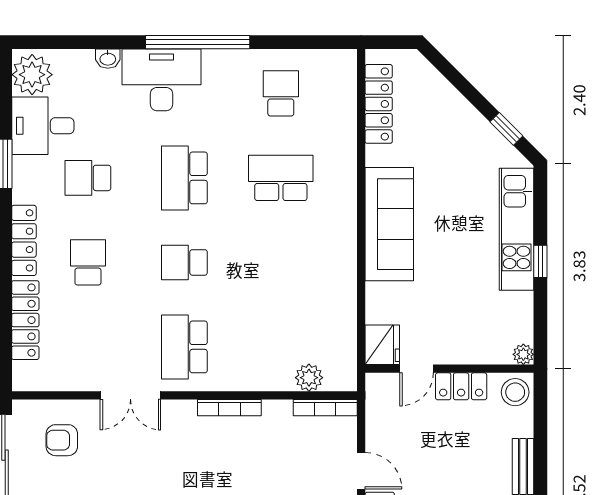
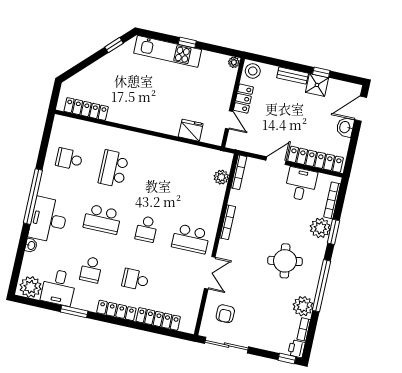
sofa: (389, 224) -> (150, 117), removed
fridge: (382, 345) -> (191, 130), moved

